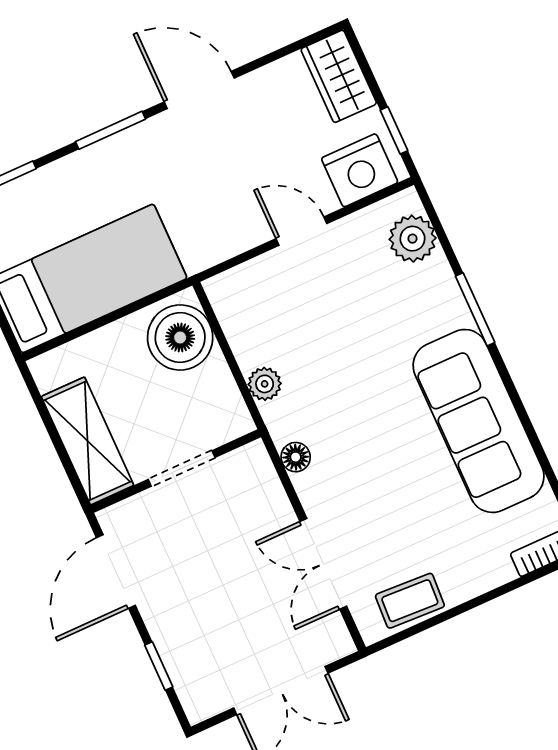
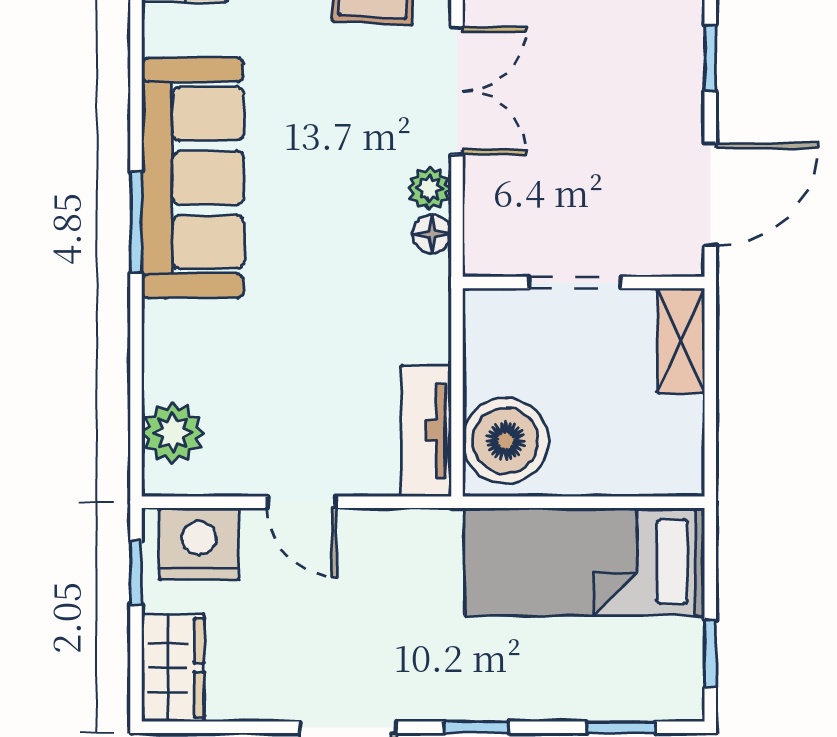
window: (111, 130) -> (476, 727), width x0.67
window: (475, 309) -> (136, 222), moved
tv unit: (238, 319) -> (426, 431), added
plant: (265, 384) -> (429, 189), moved
shelving: (87, 441) -> (681, 341), width x0.67, depth x0.75

